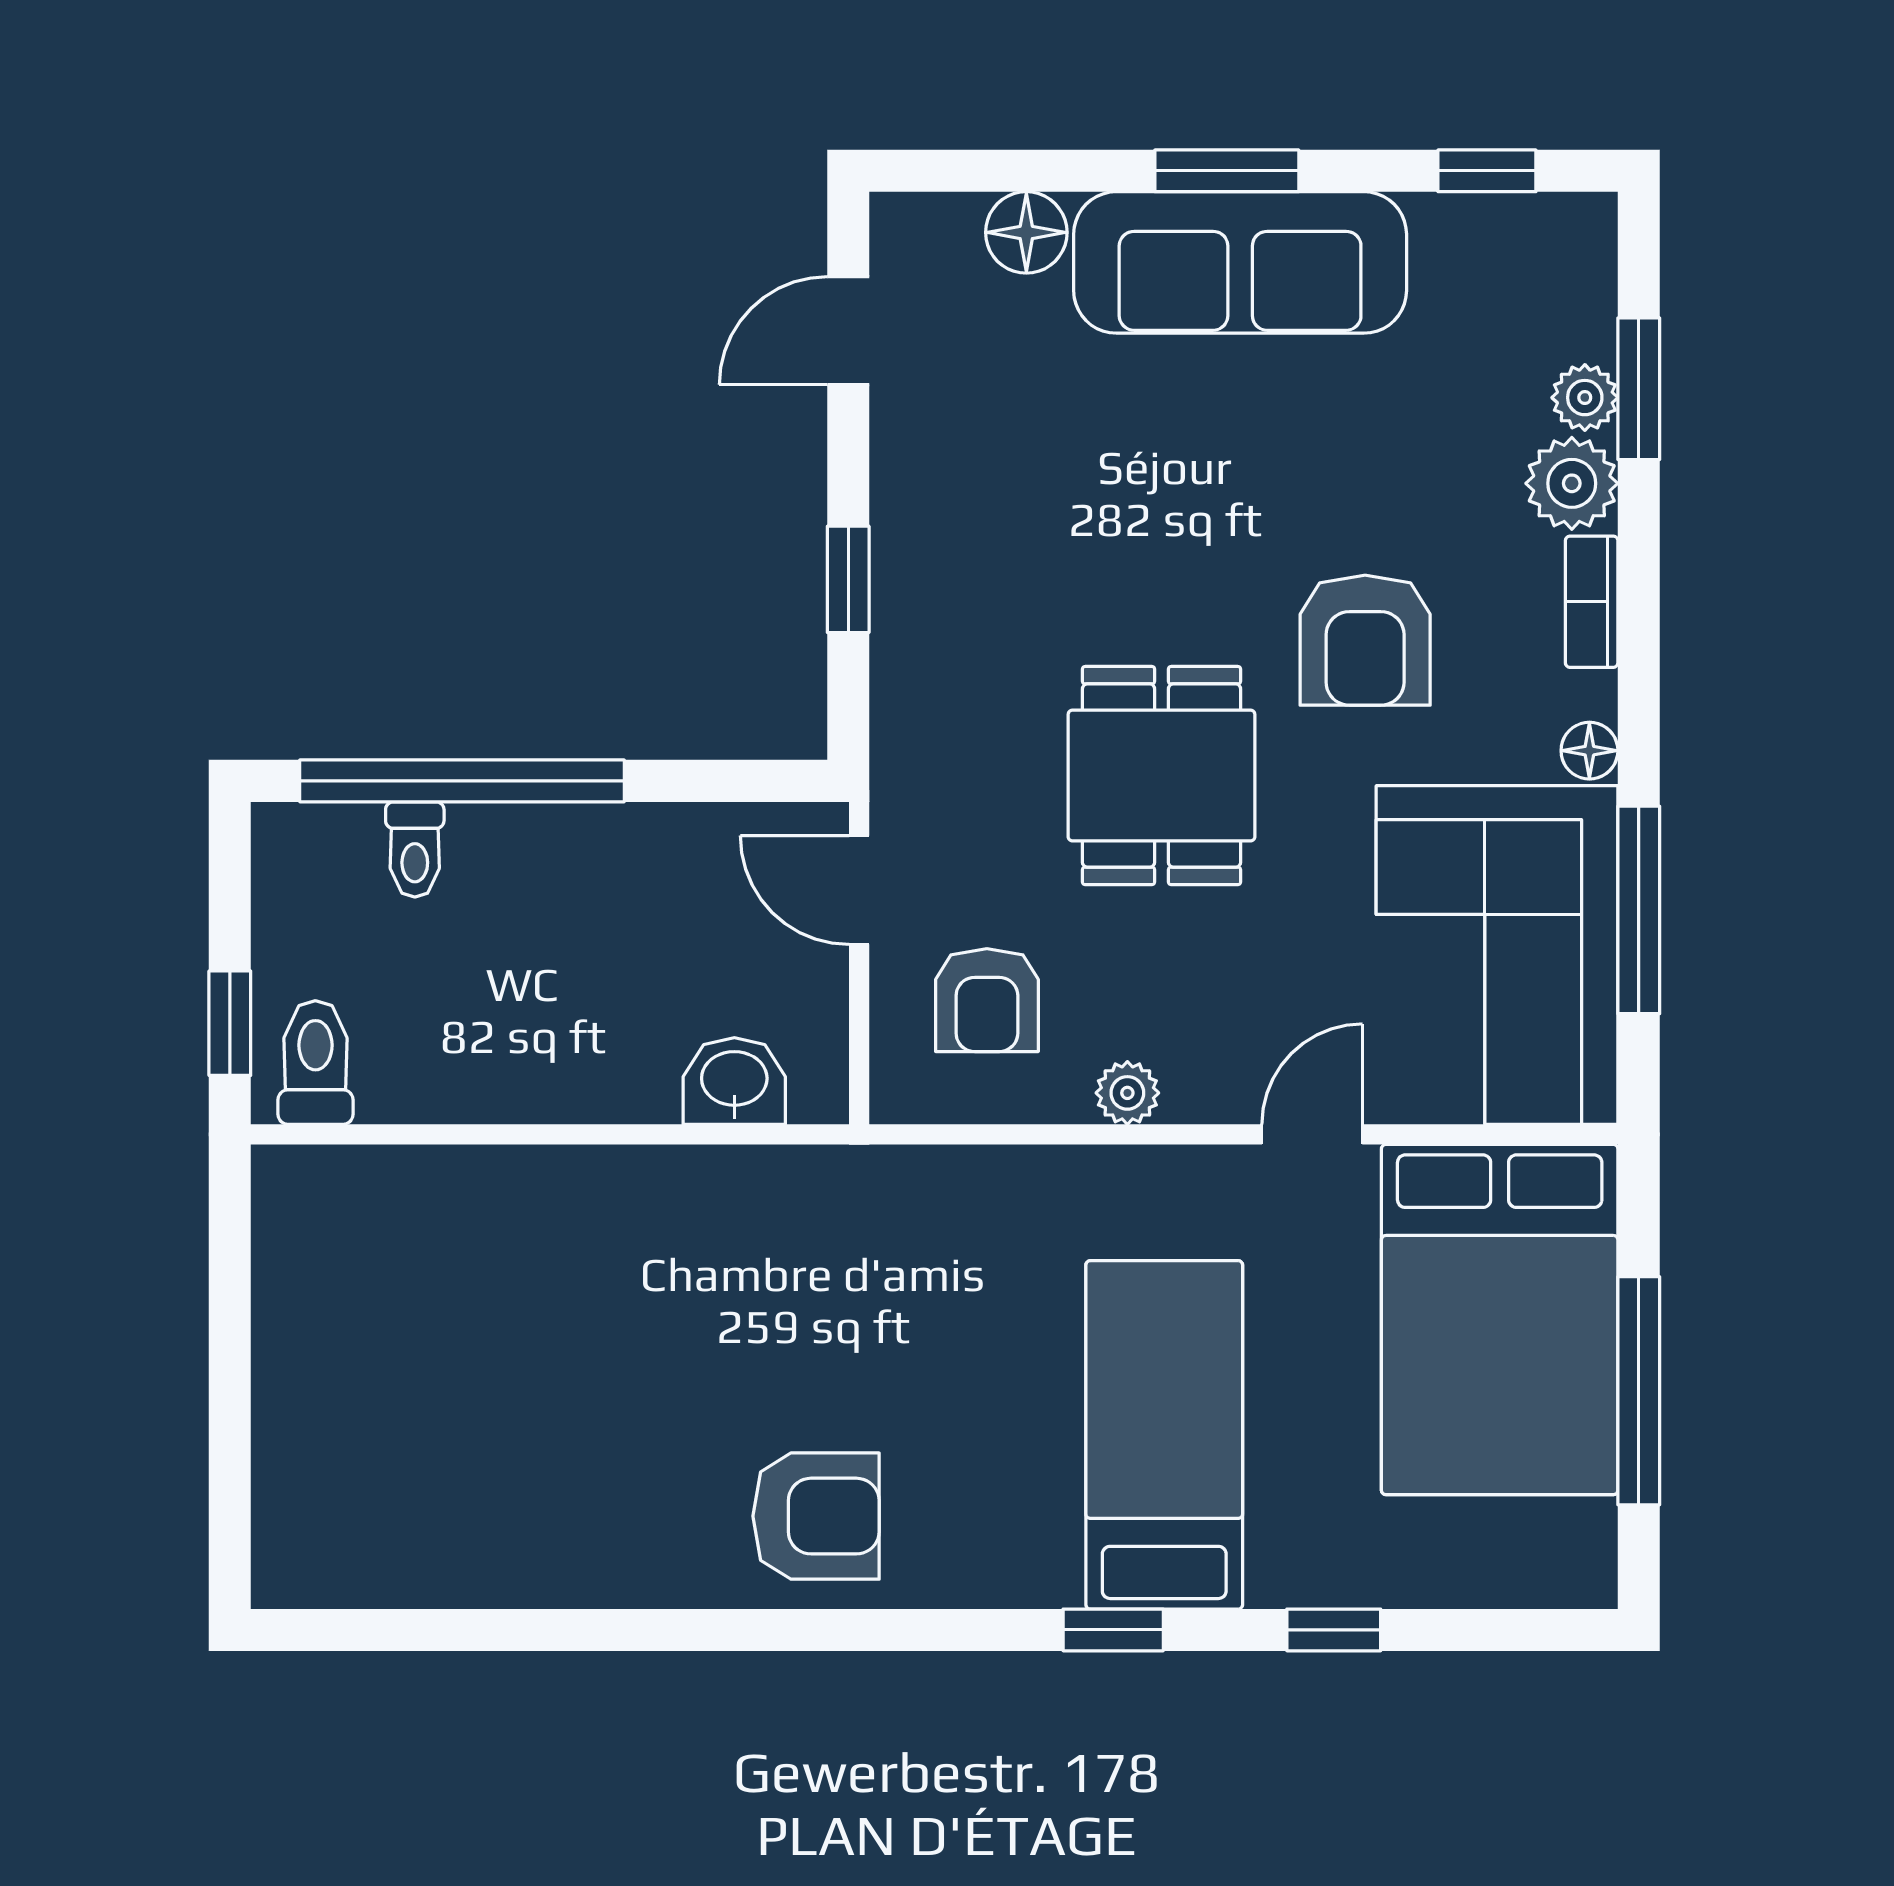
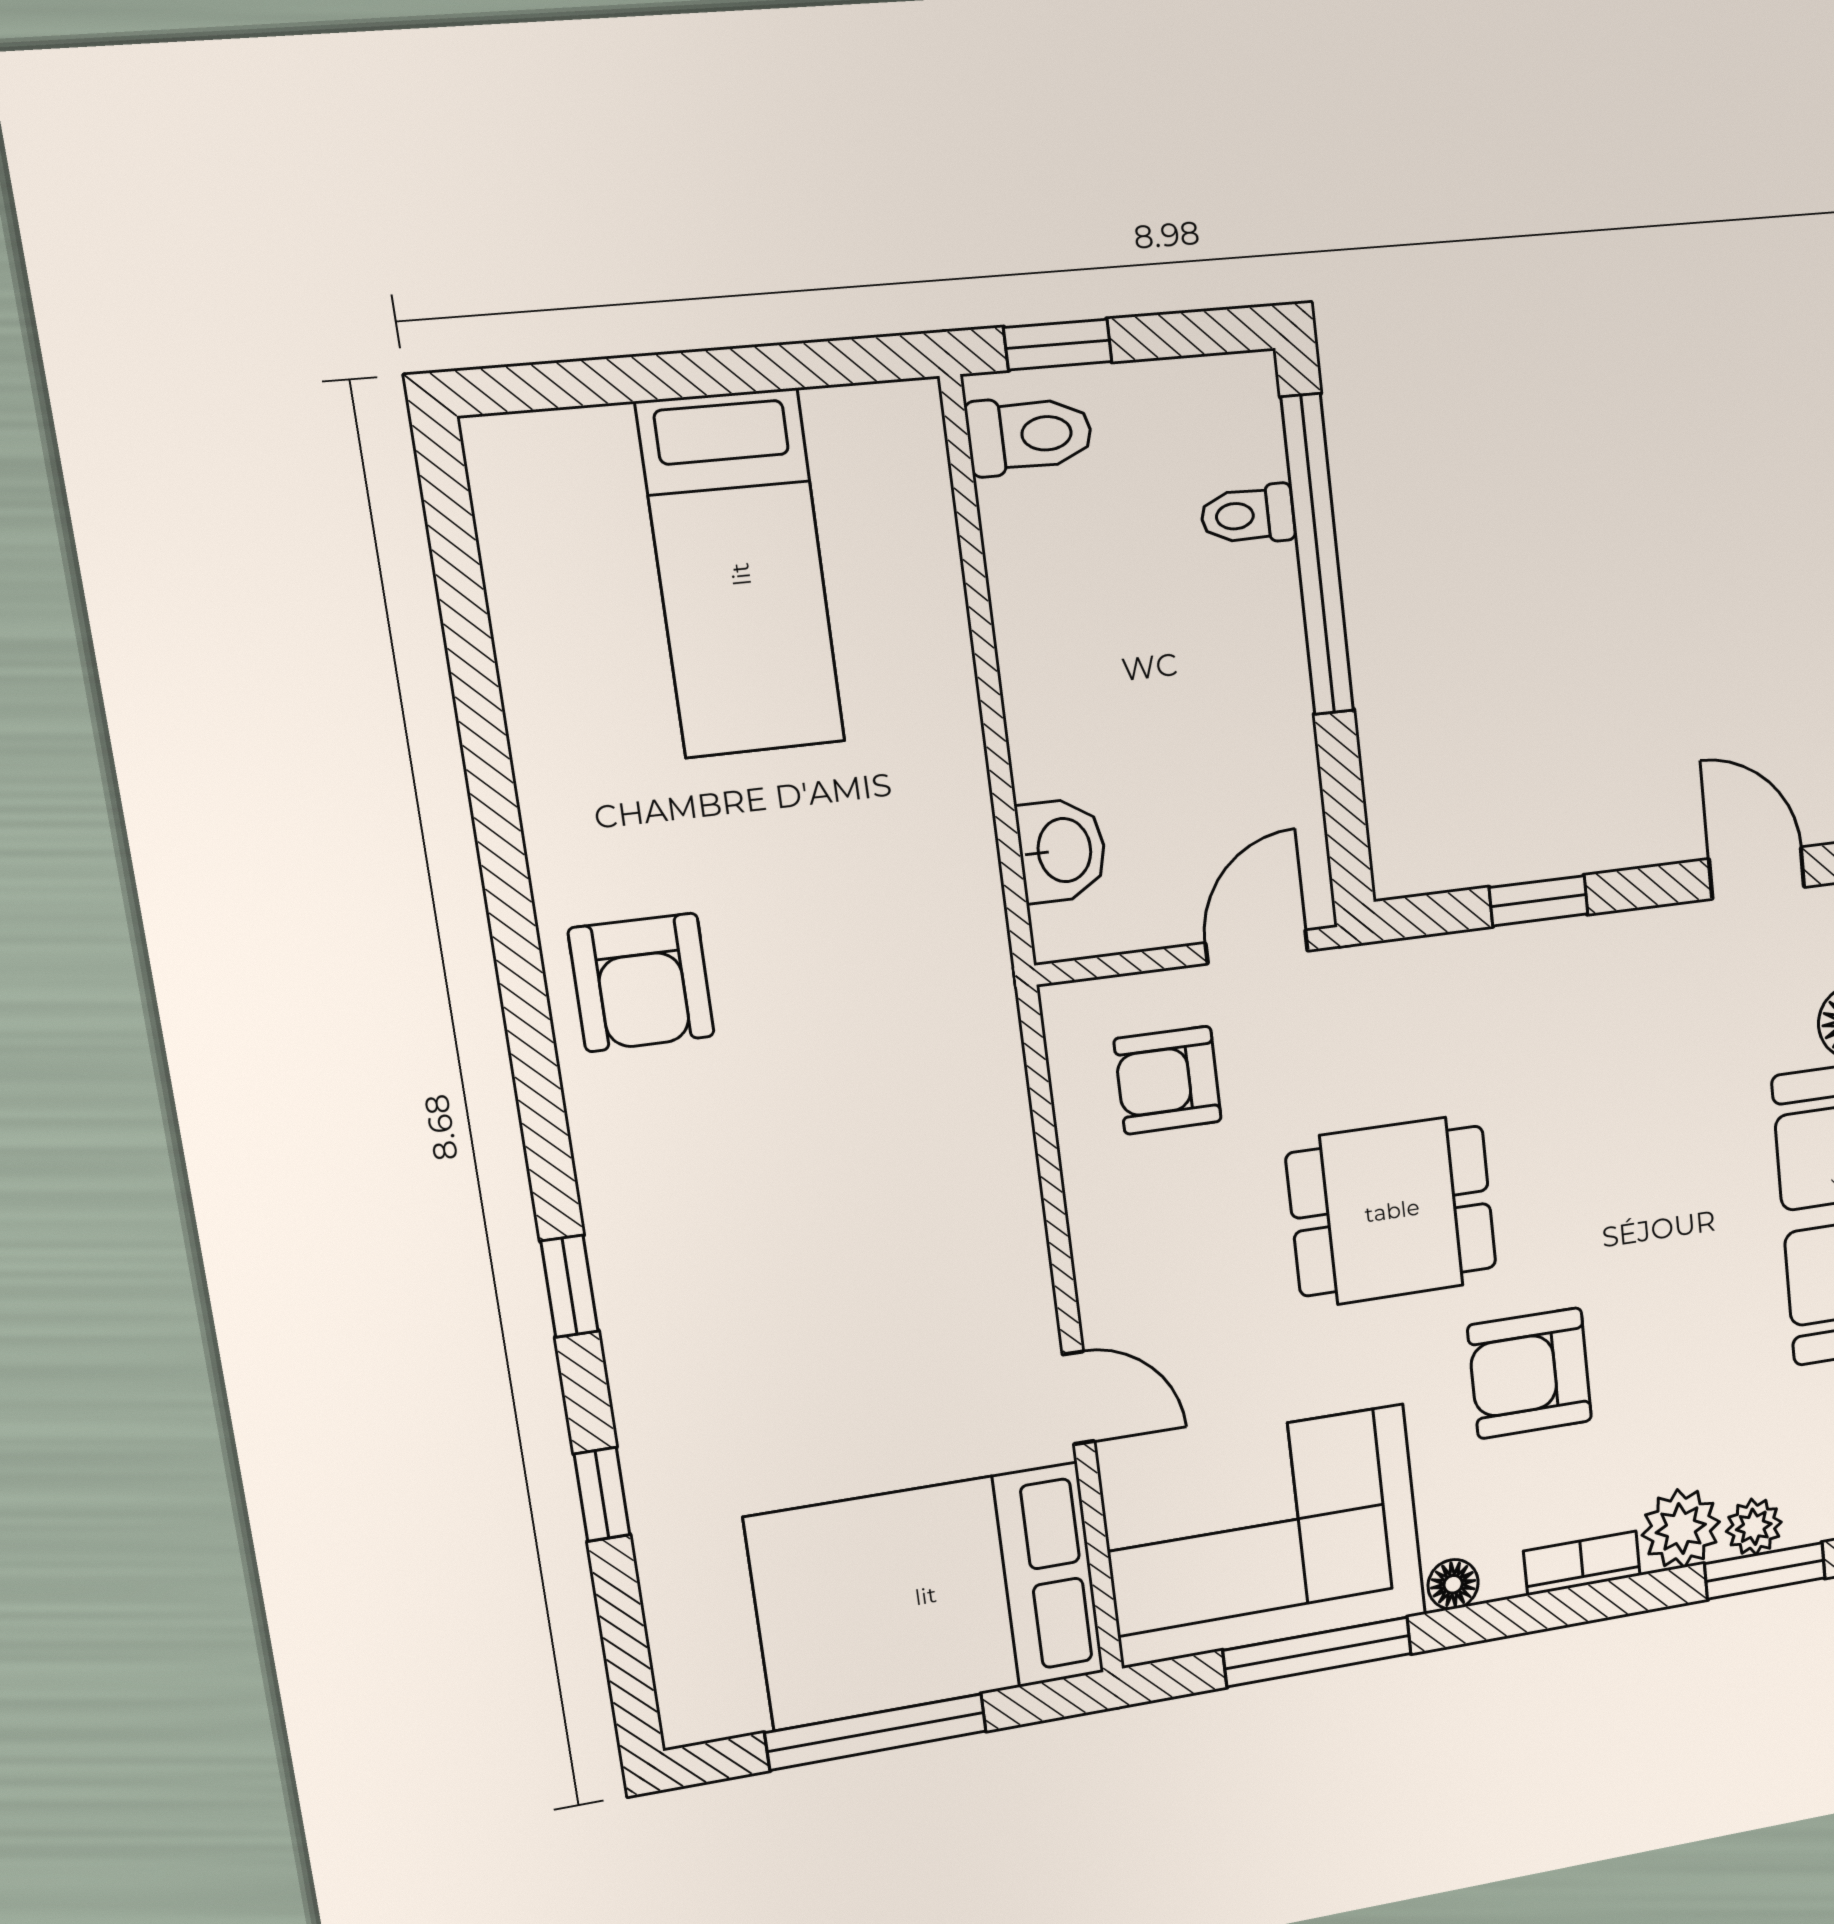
plant: (1127, 1093) -> (1096, 1223), removed
bed: (1164, 1435) -> (741, 574), moved, turned 90

